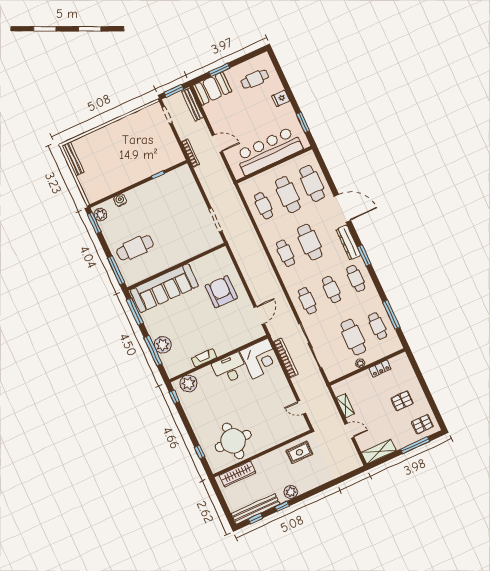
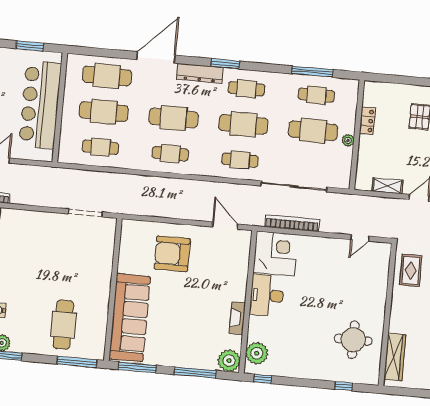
cafe table: (332, 290) -> (243, 124), width x1.37, depth x1.35
plant: (163, 345) -> (229, 361), moved
round table: (233, 441) -> (353, 340), width x0.73, depth x0.73

